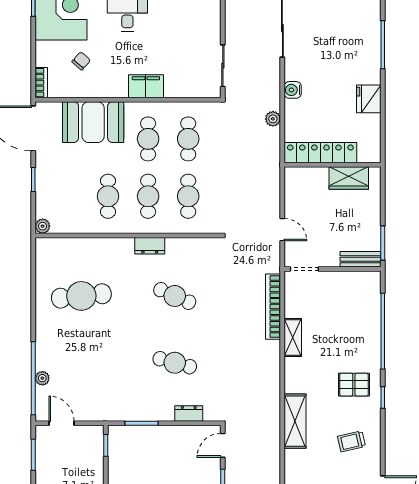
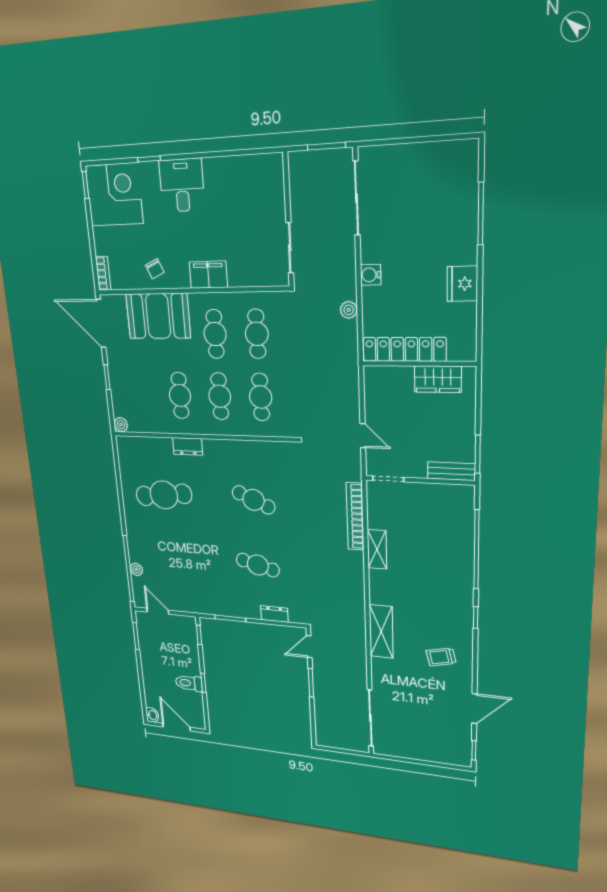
chair: (81, 61) -> (155, 269), moved, turned 115
dresser: (150, 246) -> (188, 446), moved
pallet: (354, 385) -> (444, 602), removed

